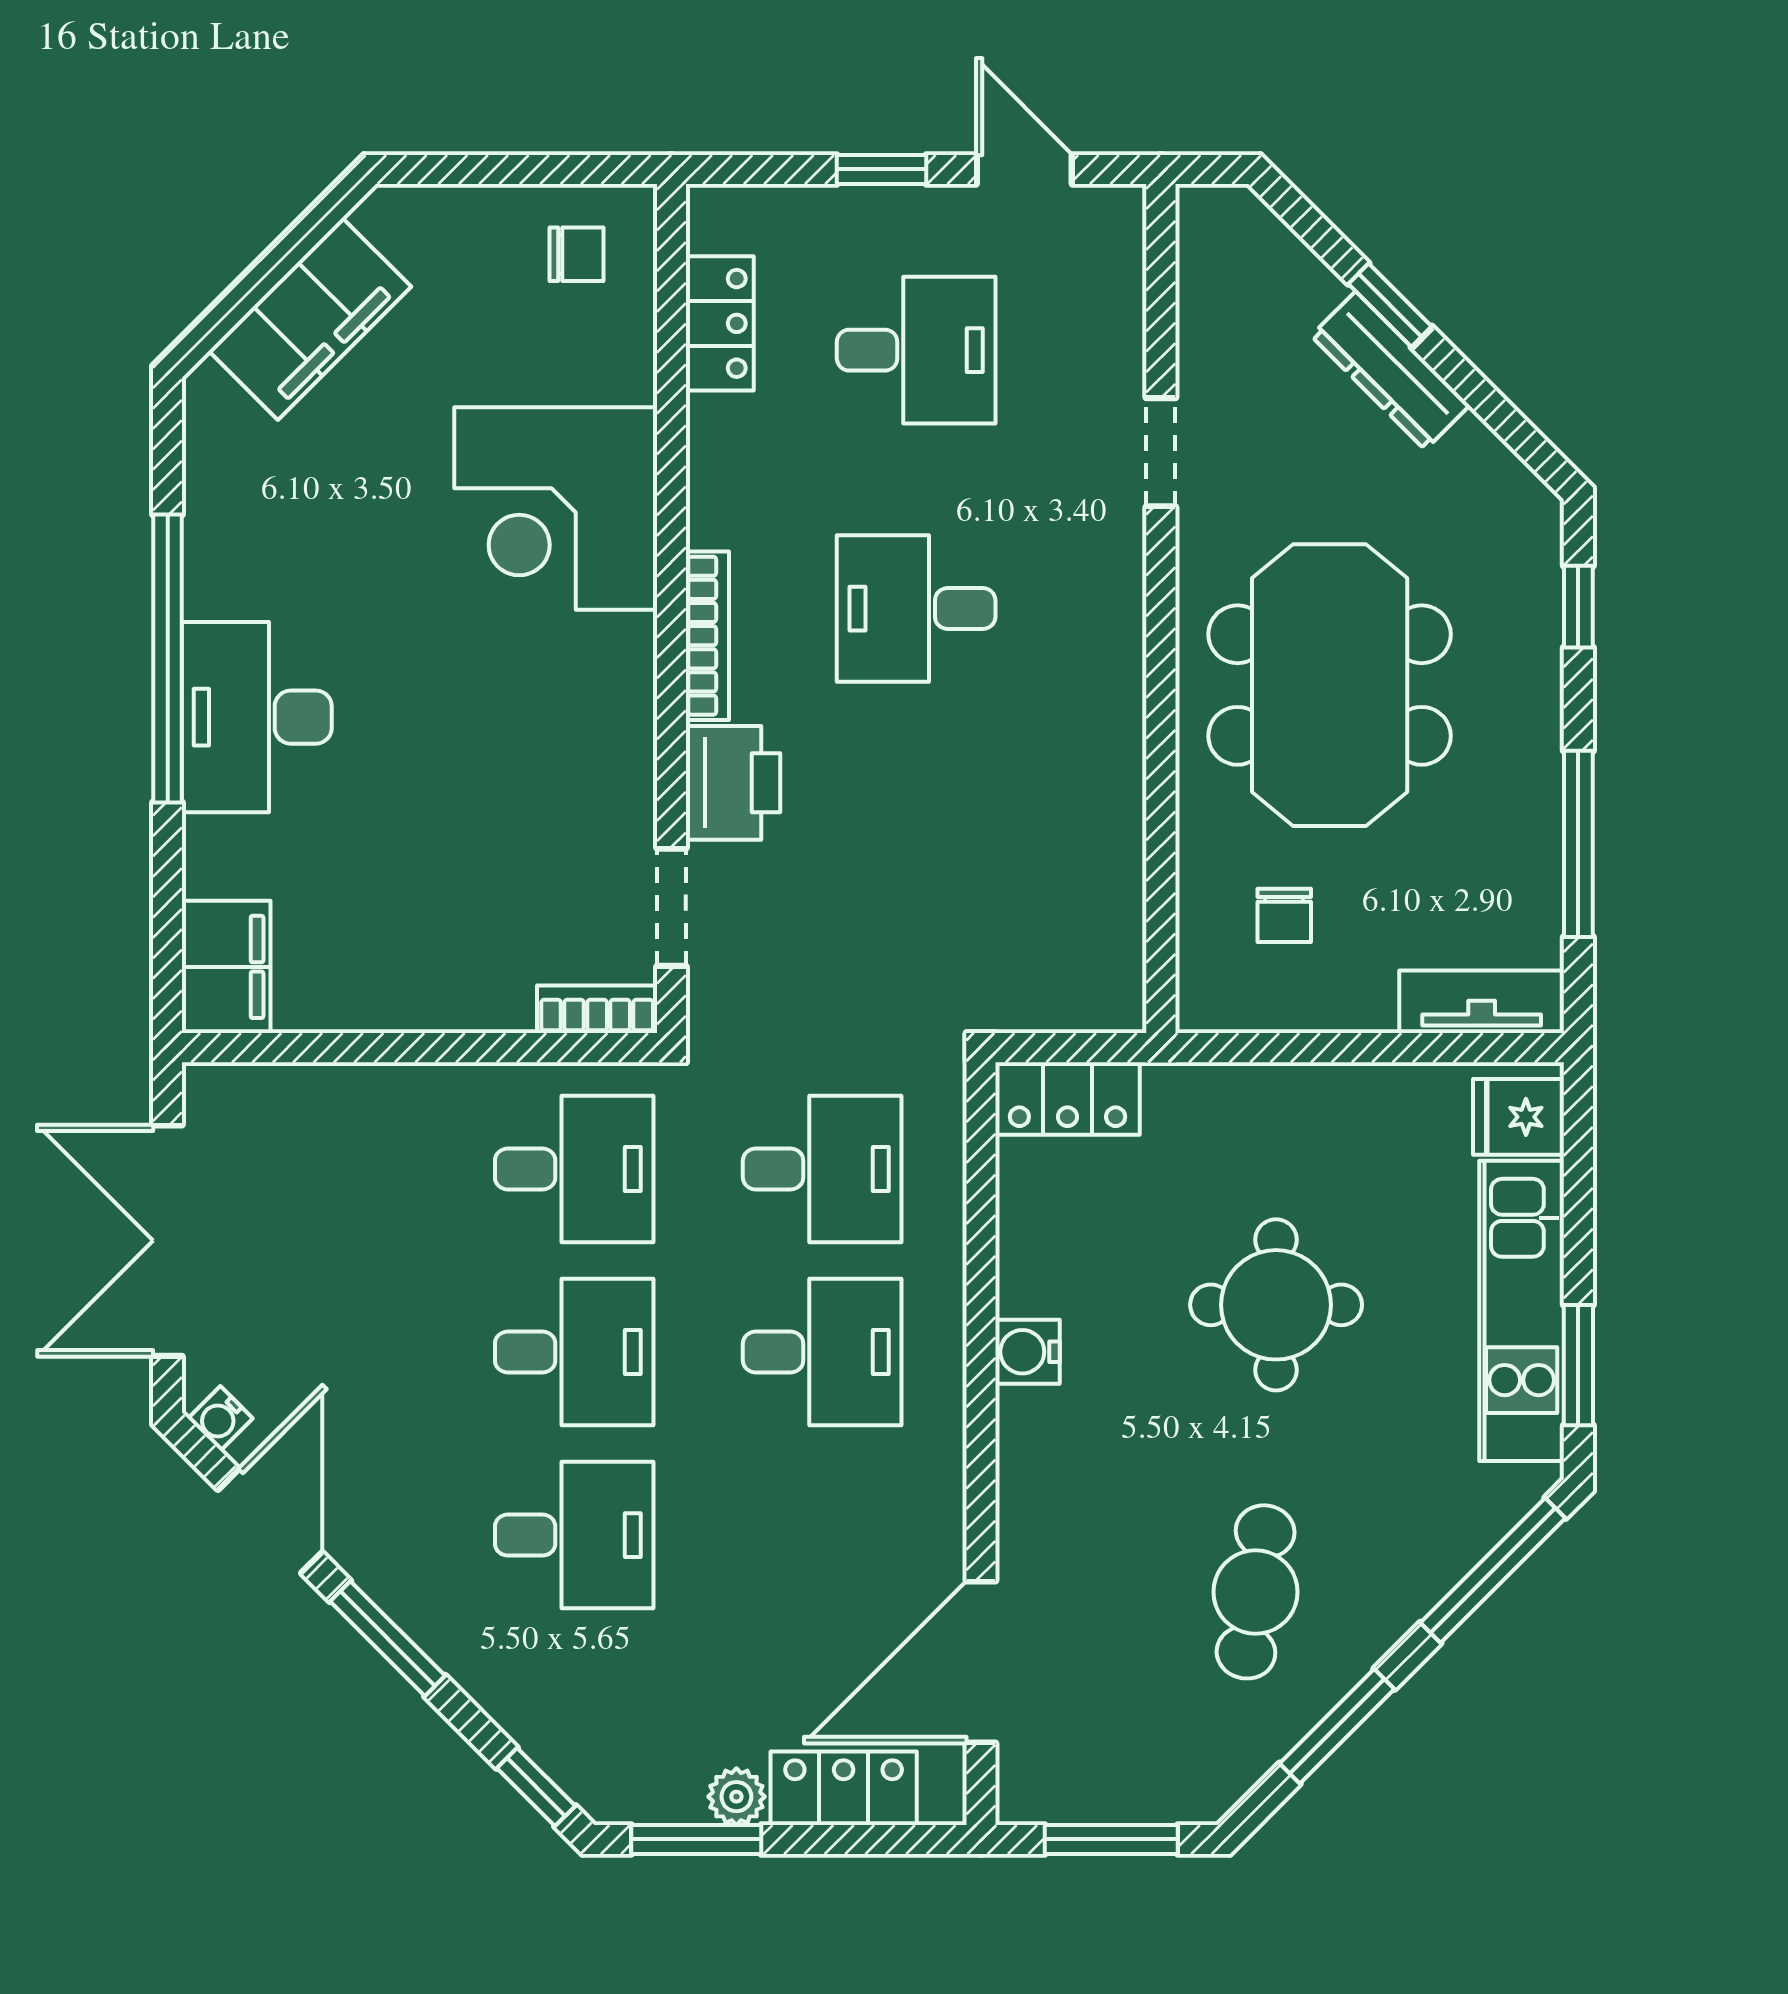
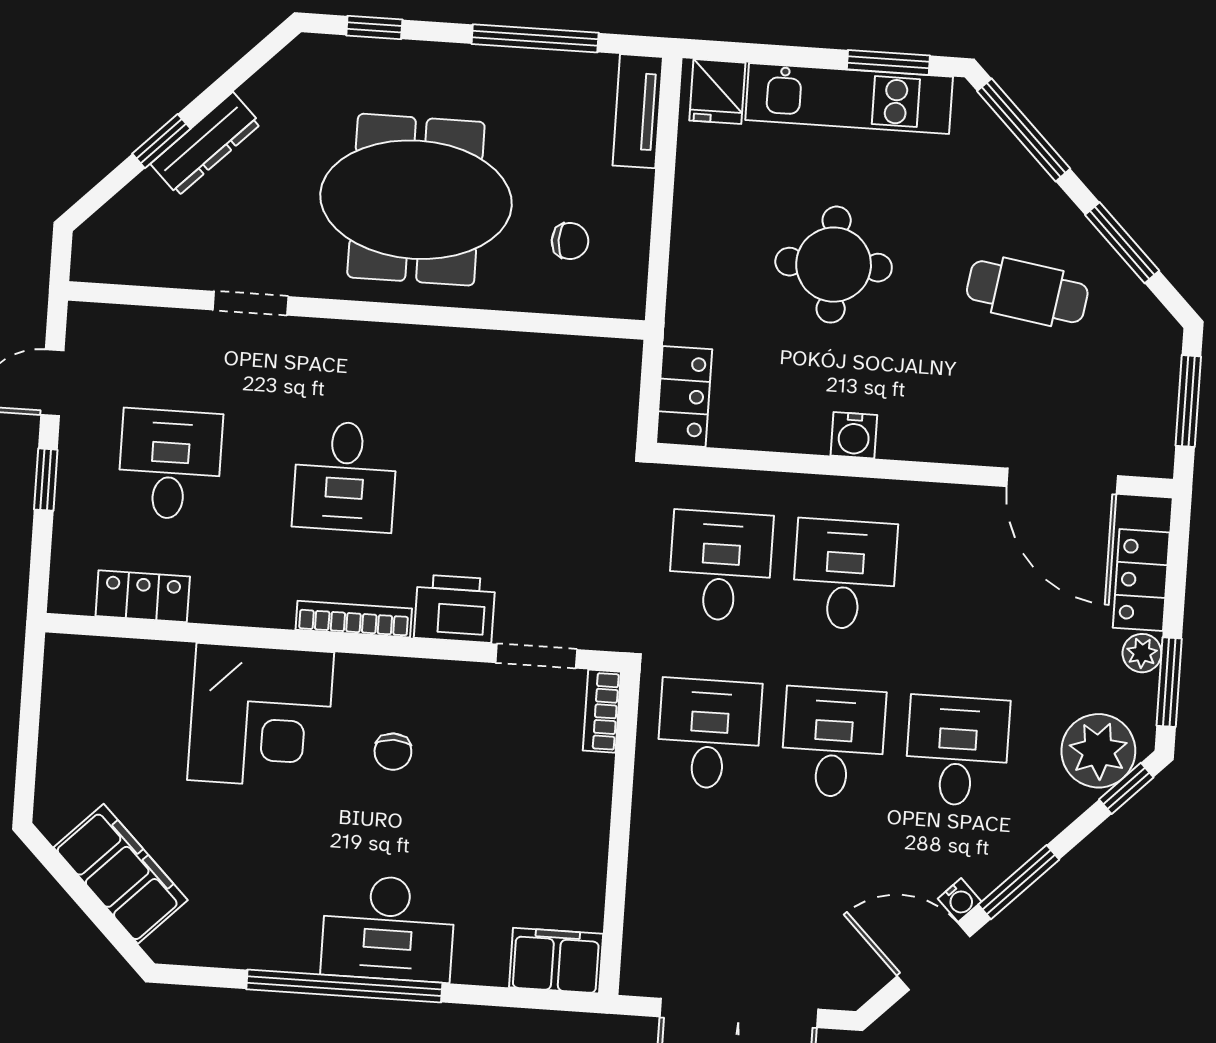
chair: (576, 254) -> (393, 752), moved, turned 180
water cooler: (220, 1418) -> (960, 900), moved
plant: (589, 1742) -> (1098, 751), added

